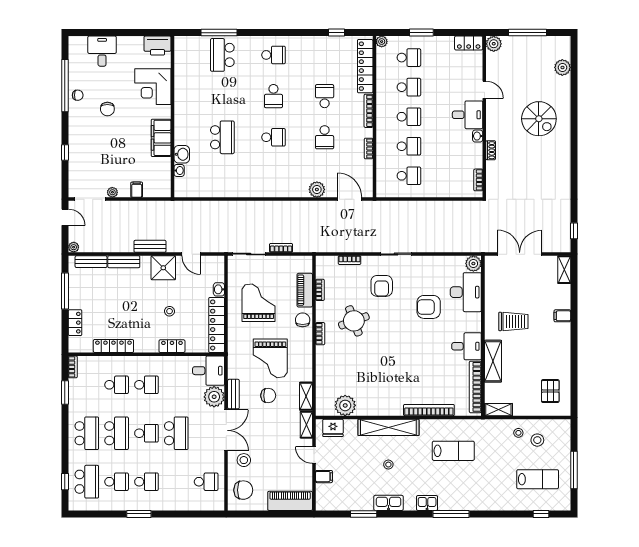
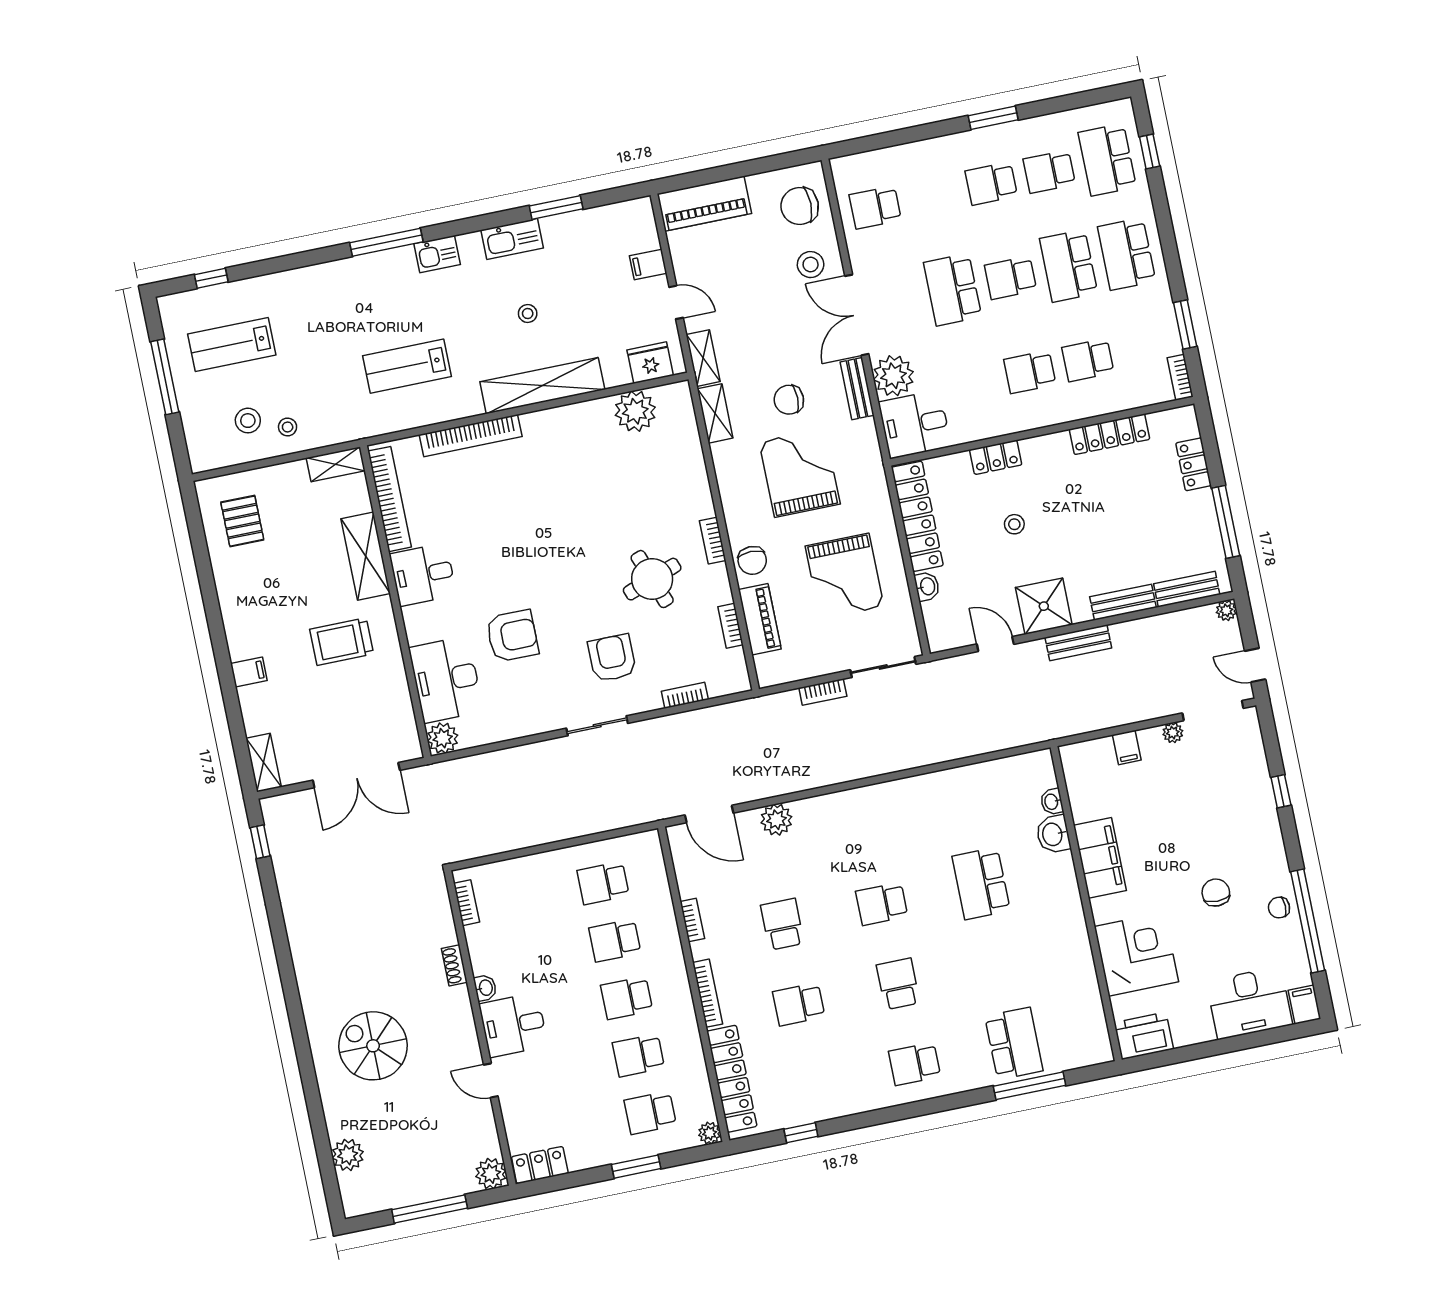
filing cabinet: (75, 45) -> (1304, 1005), added
desk: (102, 51) -> (1249, 1003), width x1.37
school desk: (325, 96) -> (799, 1004), turned 90

